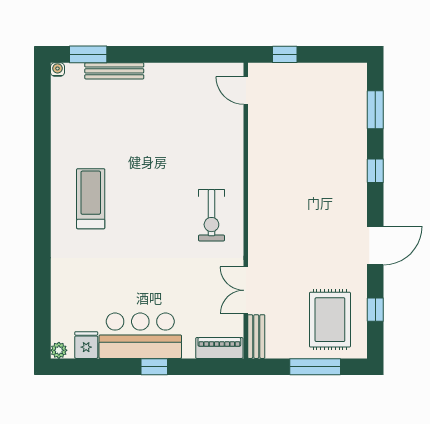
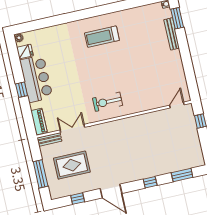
treadmill: (91, 199) -> (102, 37), turned 180
rug: (330, 320) -> (72, 165), moved

